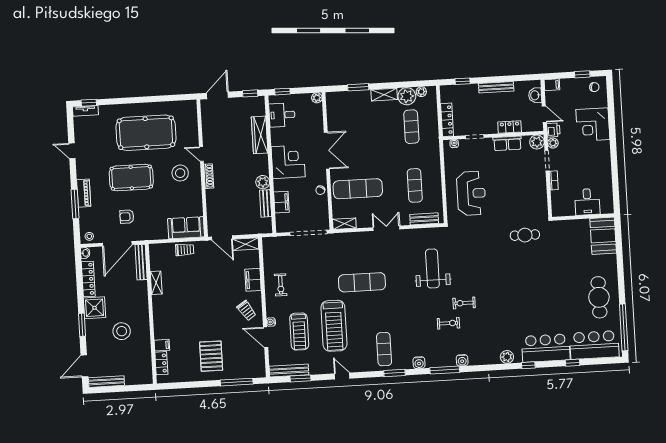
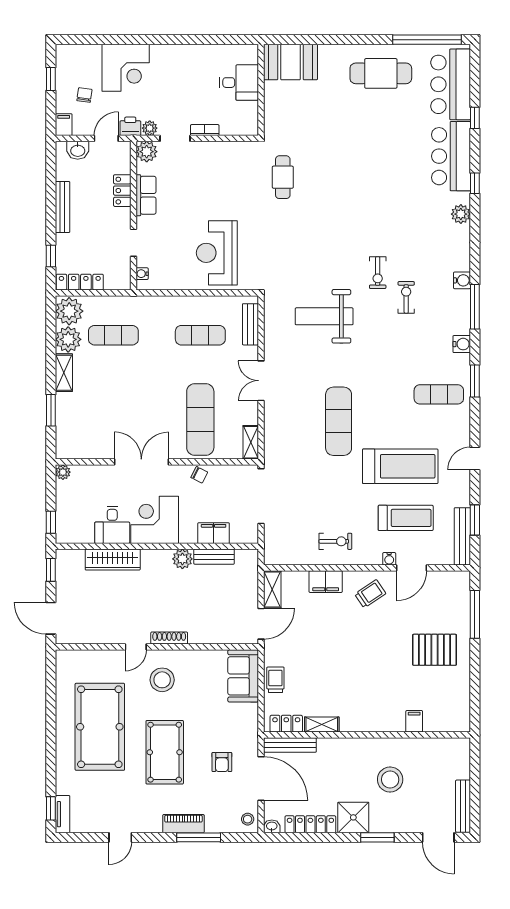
chair: (594, 87) -> (84, 95), moved
plant: (421, 92) -> (69, 311), width x1.88, depth x1.88
desk: (282, 115) -> (112, 525), moved
locker: (447, 120) -> (80, 282), moved
reception desk: (471, 193) -> (217, 253), turned -90
locker: (161, 363) -> (286, 724), moved

